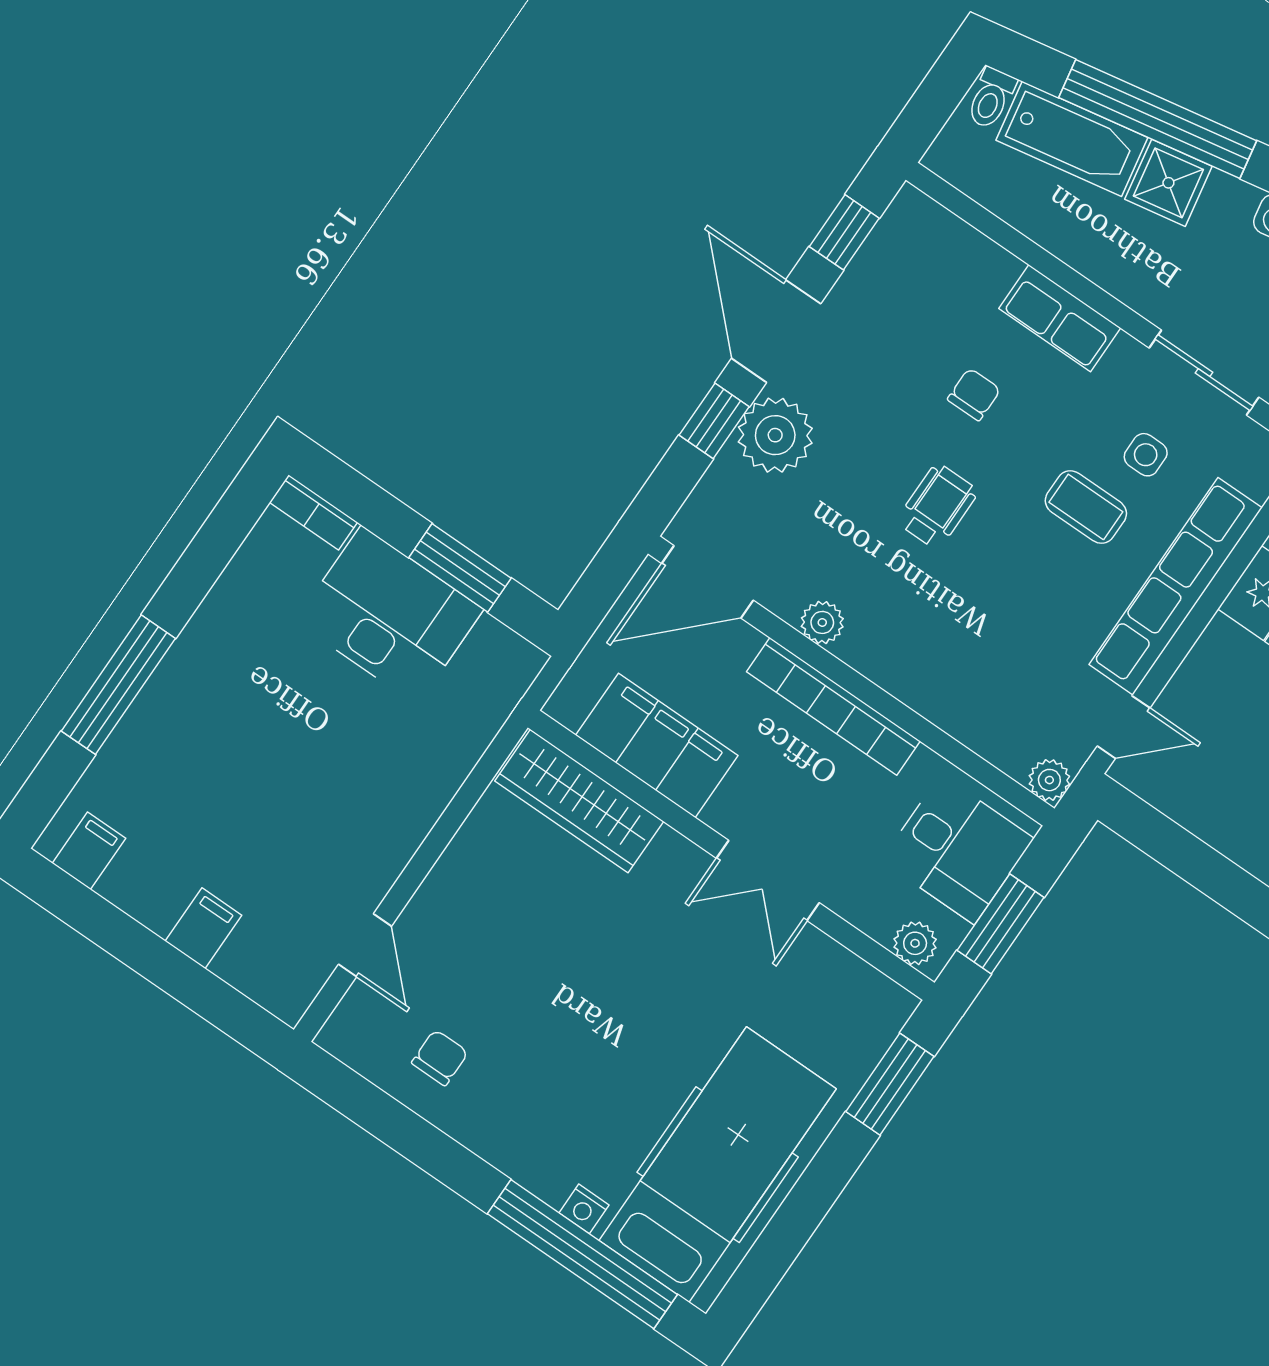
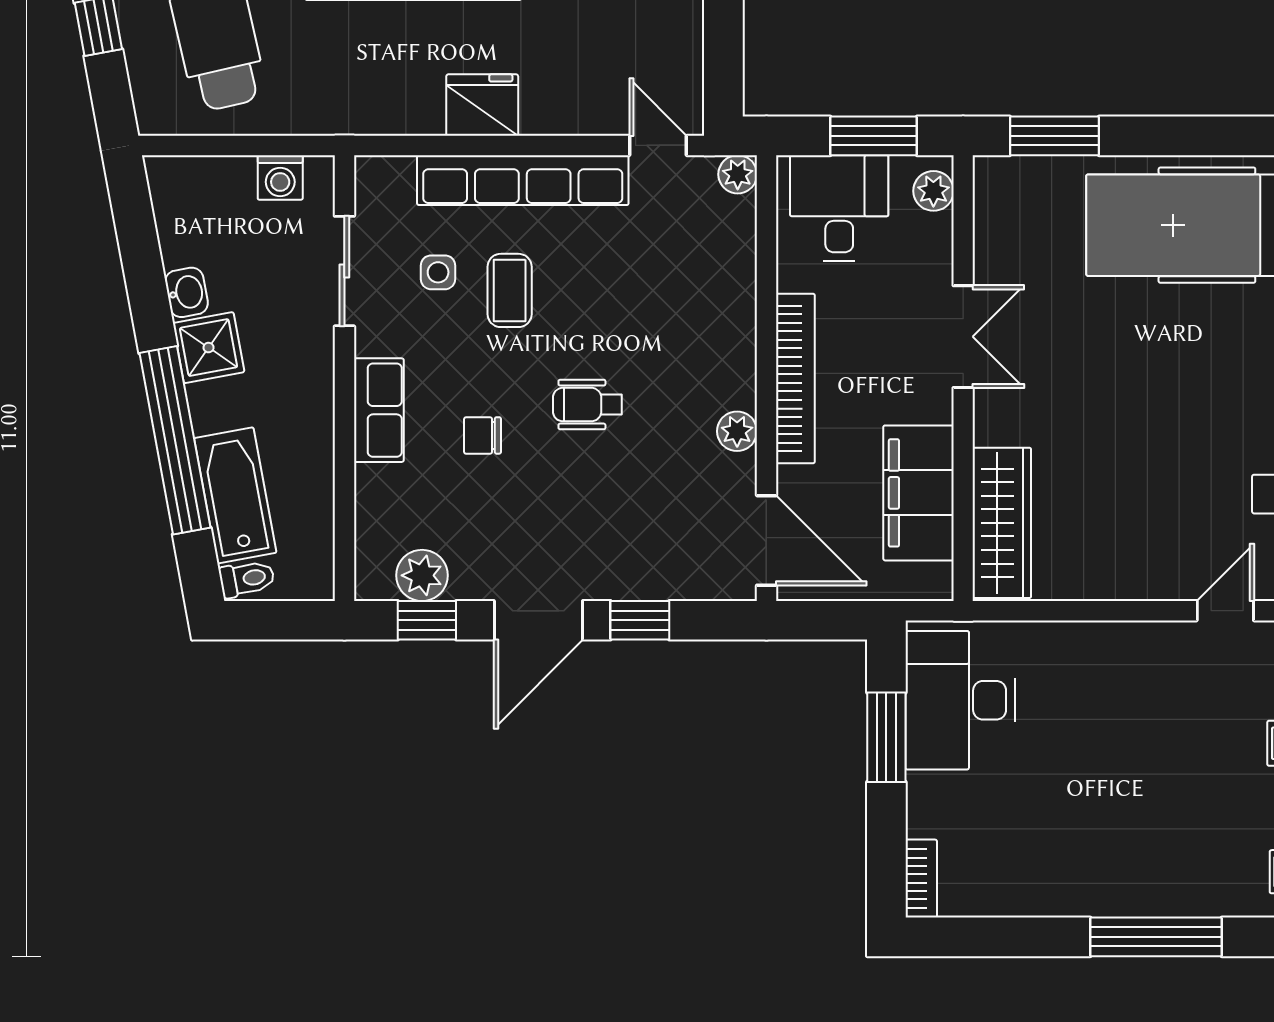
shower: (1168, 183) -> (209, 348), moved
plant: (775, 435) -> (422, 575), moved, width x0.73, depth x0.73
desk: (389, 615) -> (960, 700), moved

